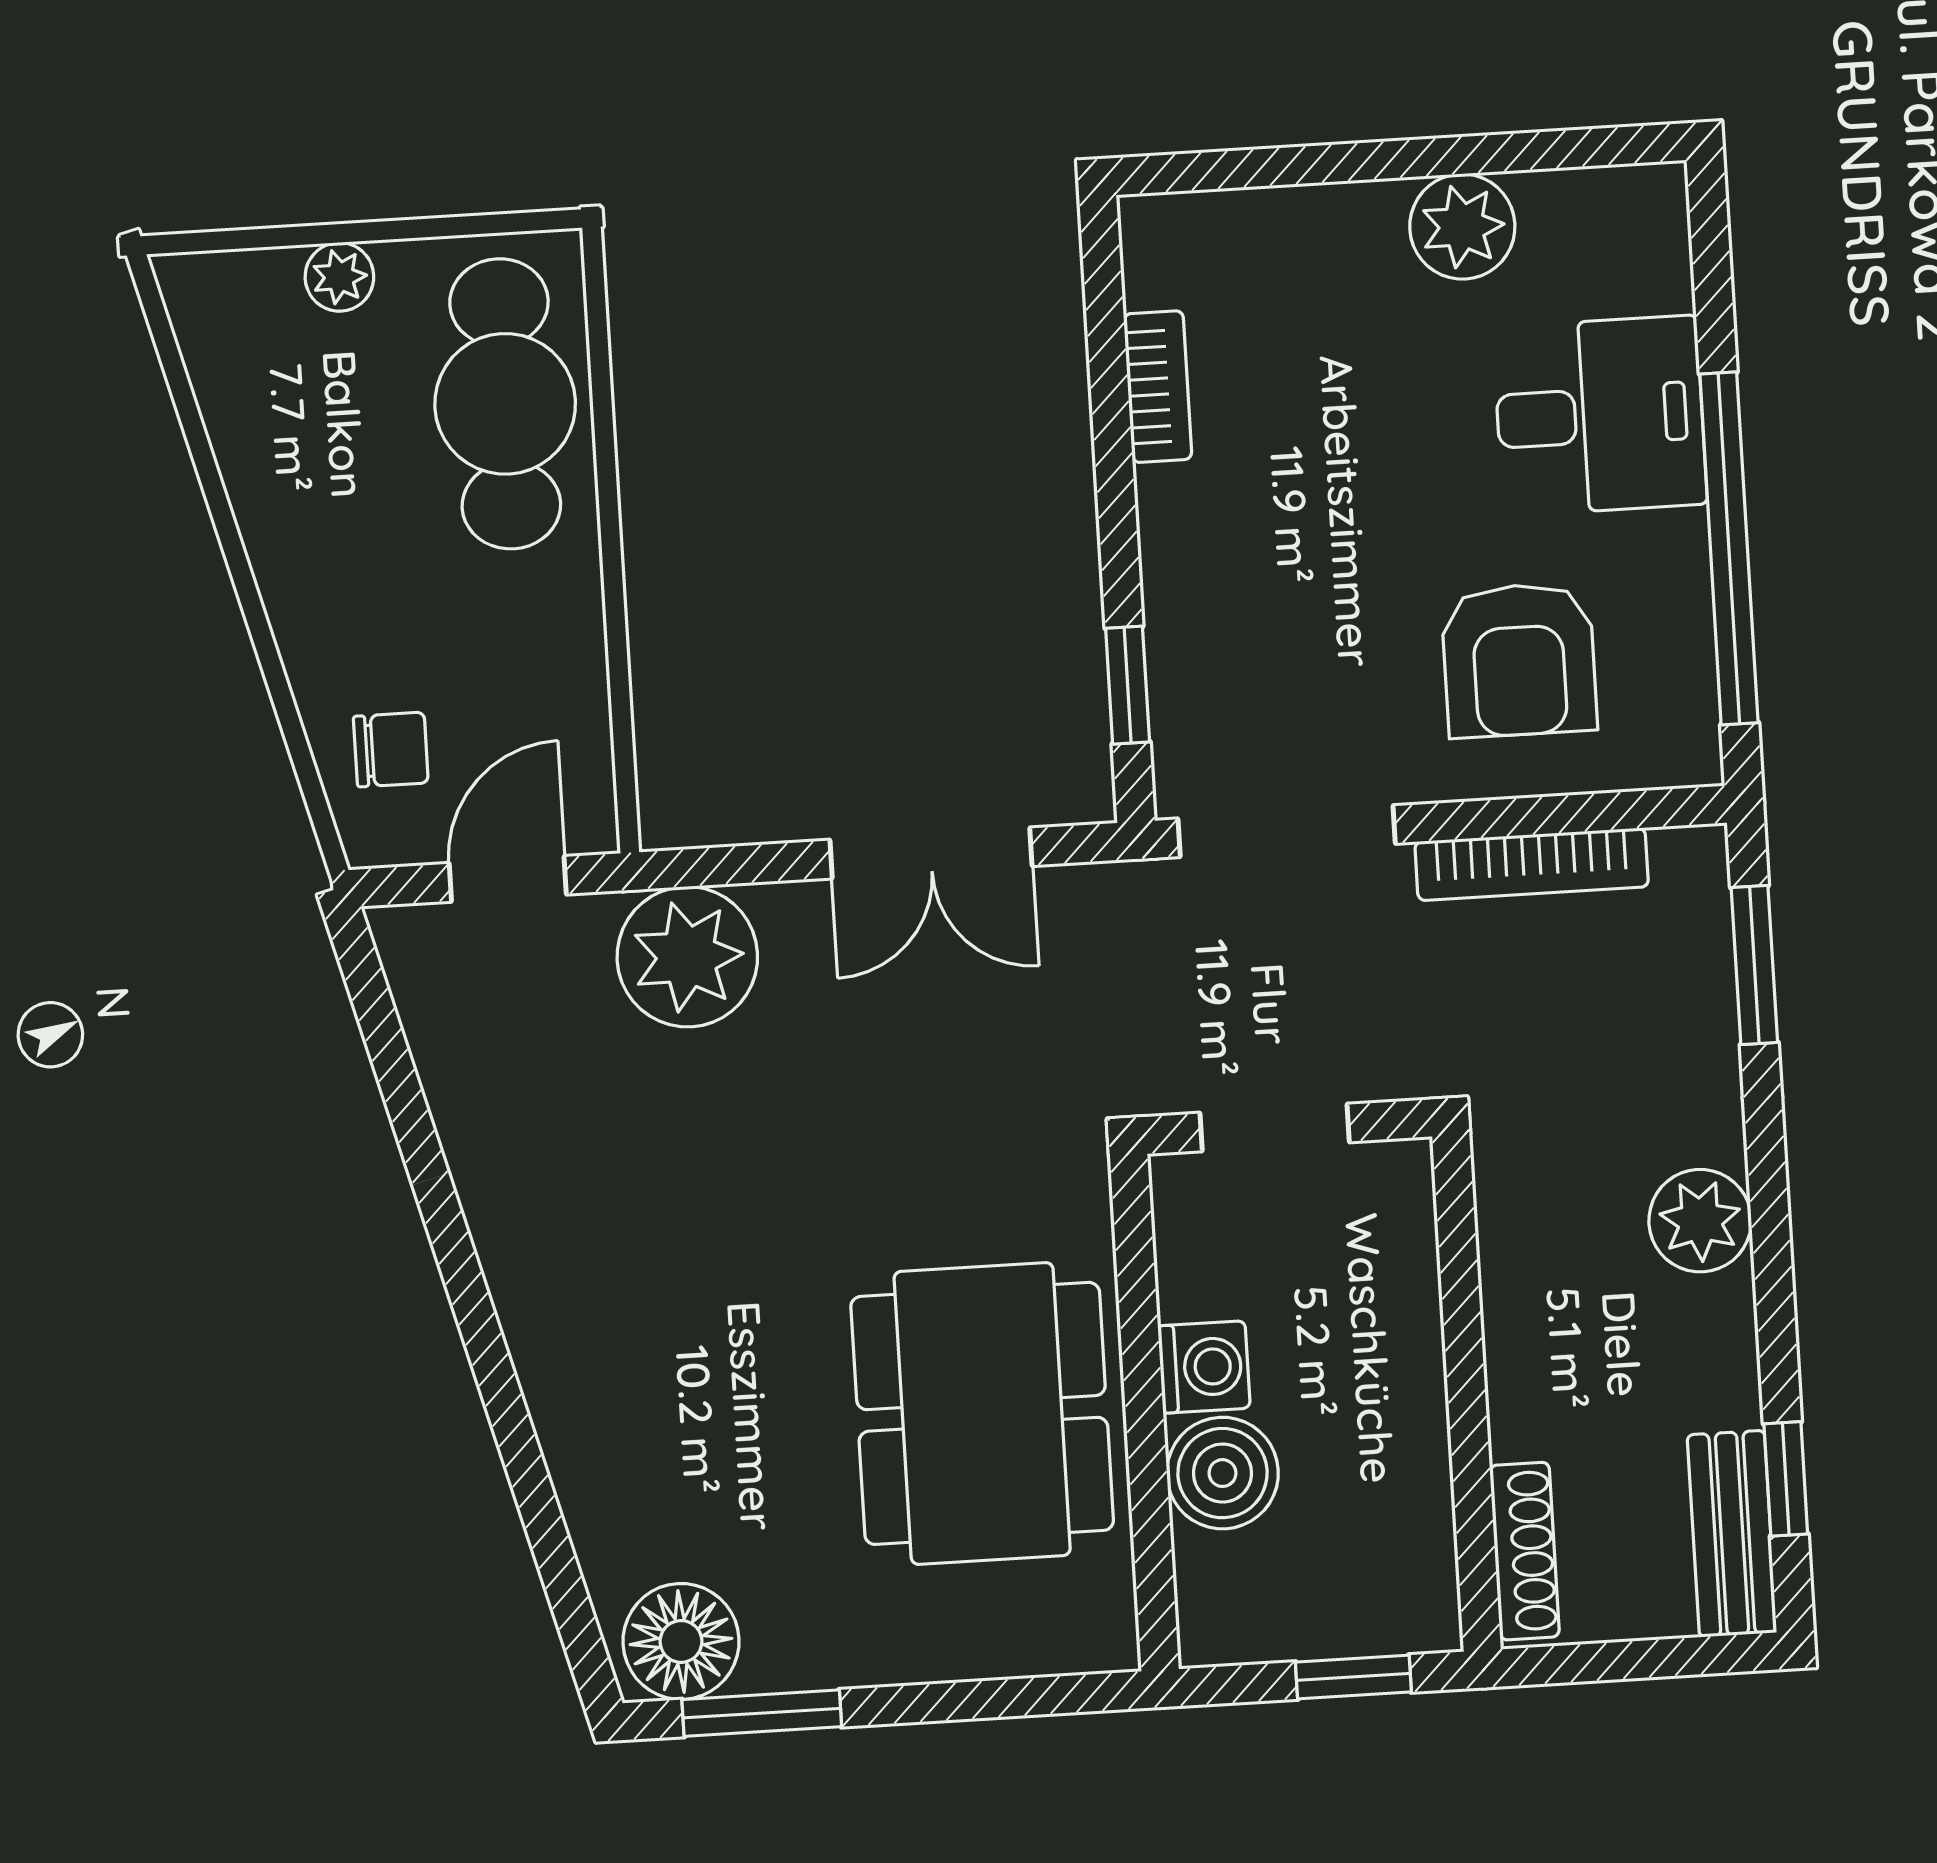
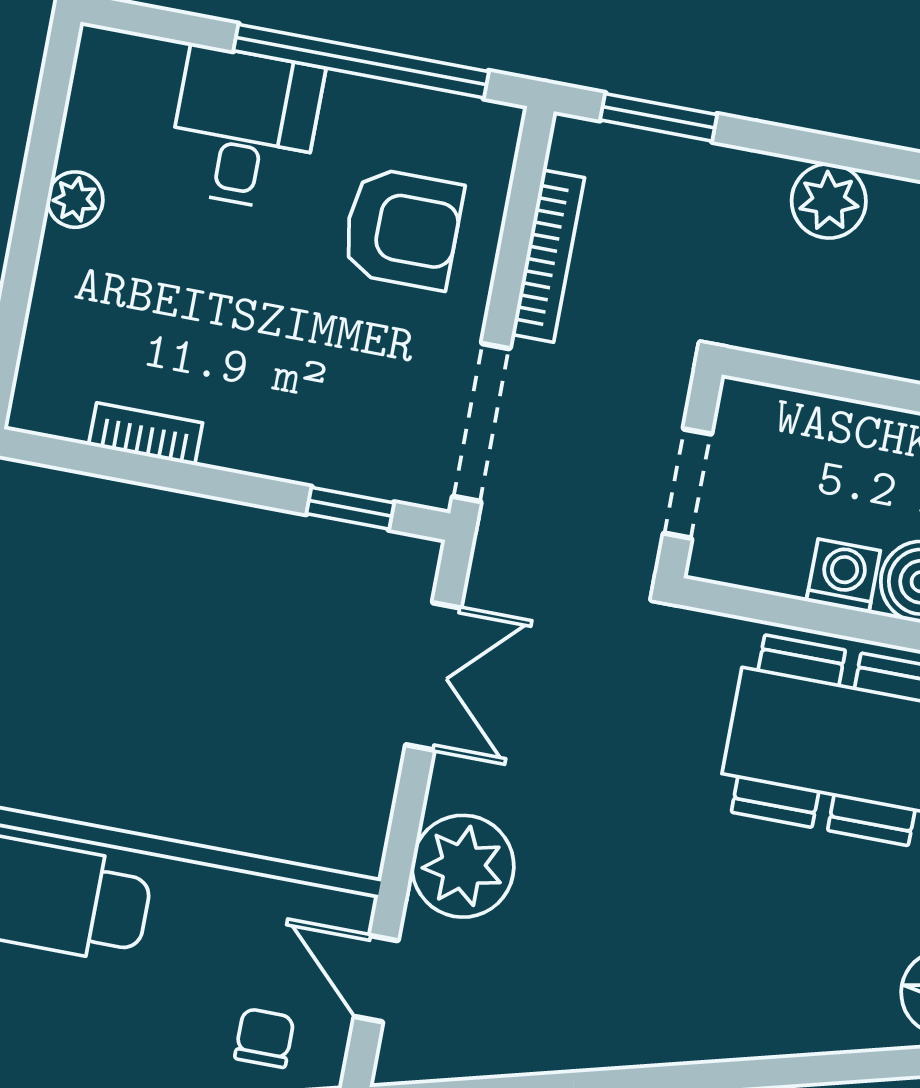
plant: (1462, 227) -> (75, 200), width x0.73, depth x0.73

